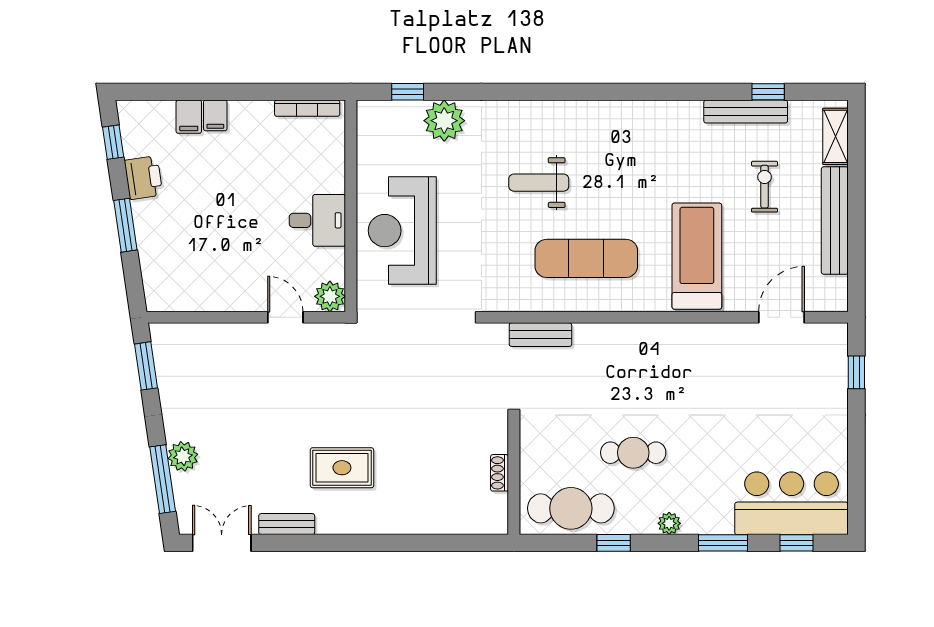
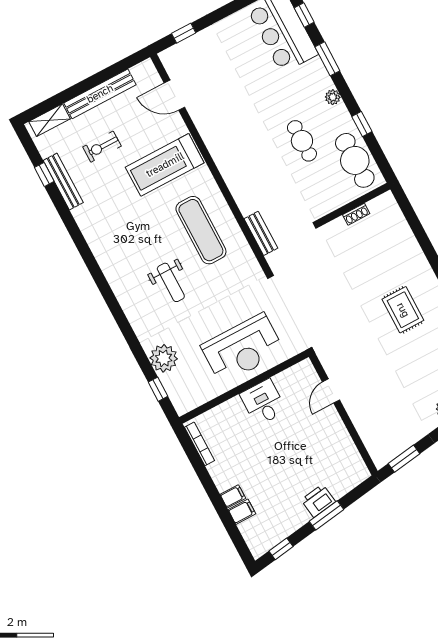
printer: (143, 178) -> (318, 501), moved
plant: (330, 296) -> (305, 371), removed

